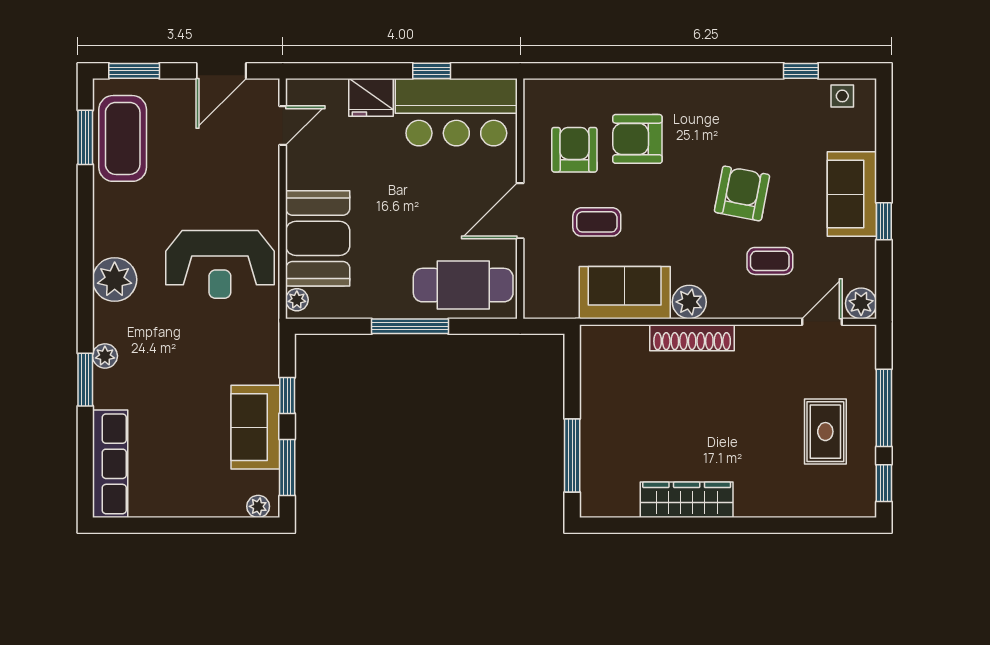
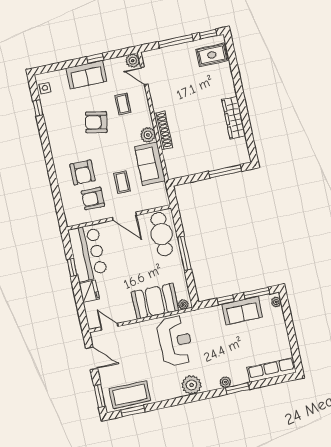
rug: (825, 432) -> (212, 55), moved

